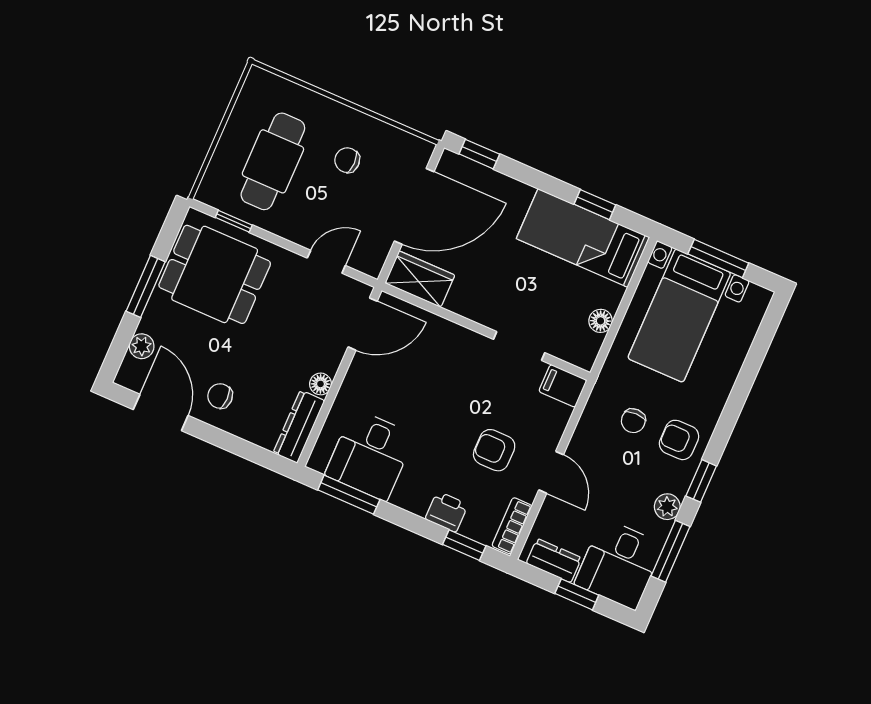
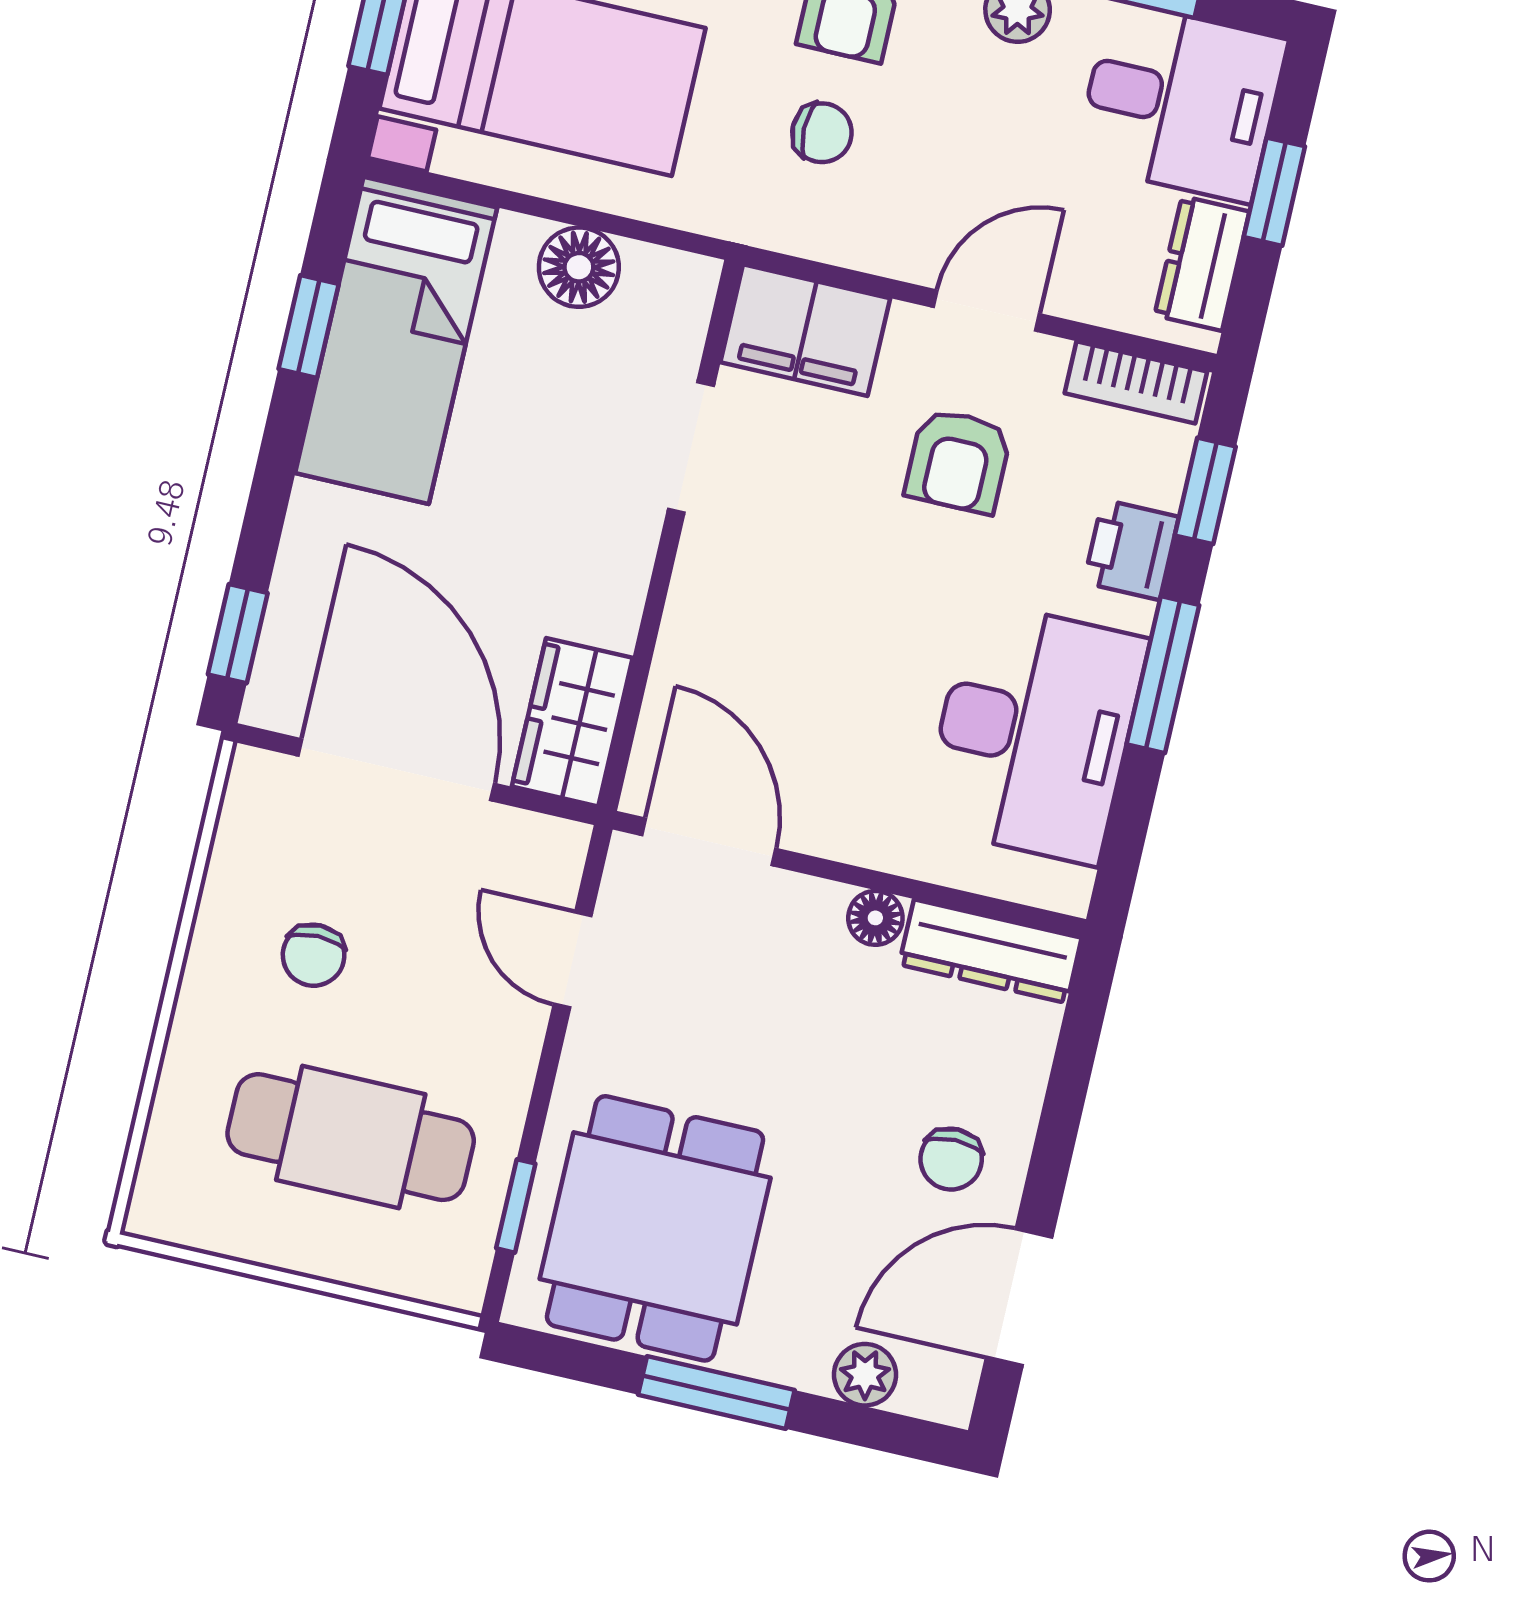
floor lamp: (601, 321) -> (579, 267), width x1.37, depth x1.37
filing cabinet: (563, 386) -> (805, 330), width x2.00
desk: (370, 455) -> (1034, 733), width x1.37
window: (349, 495) -> (1163, 675), moved

